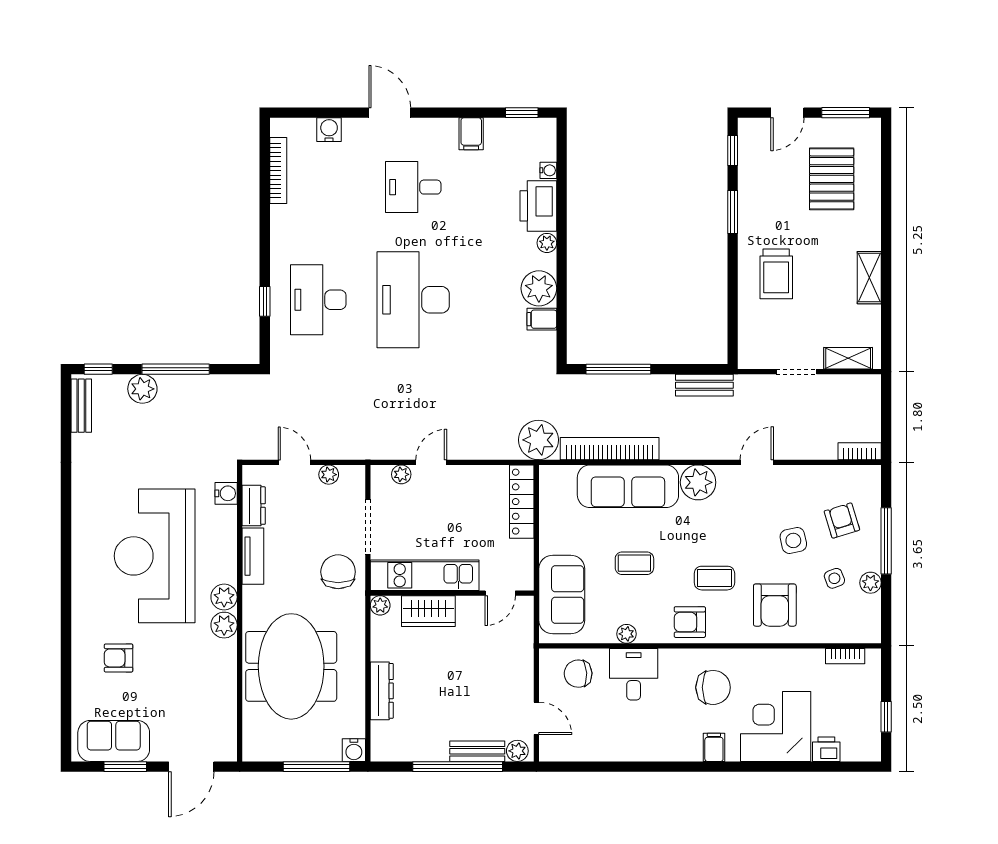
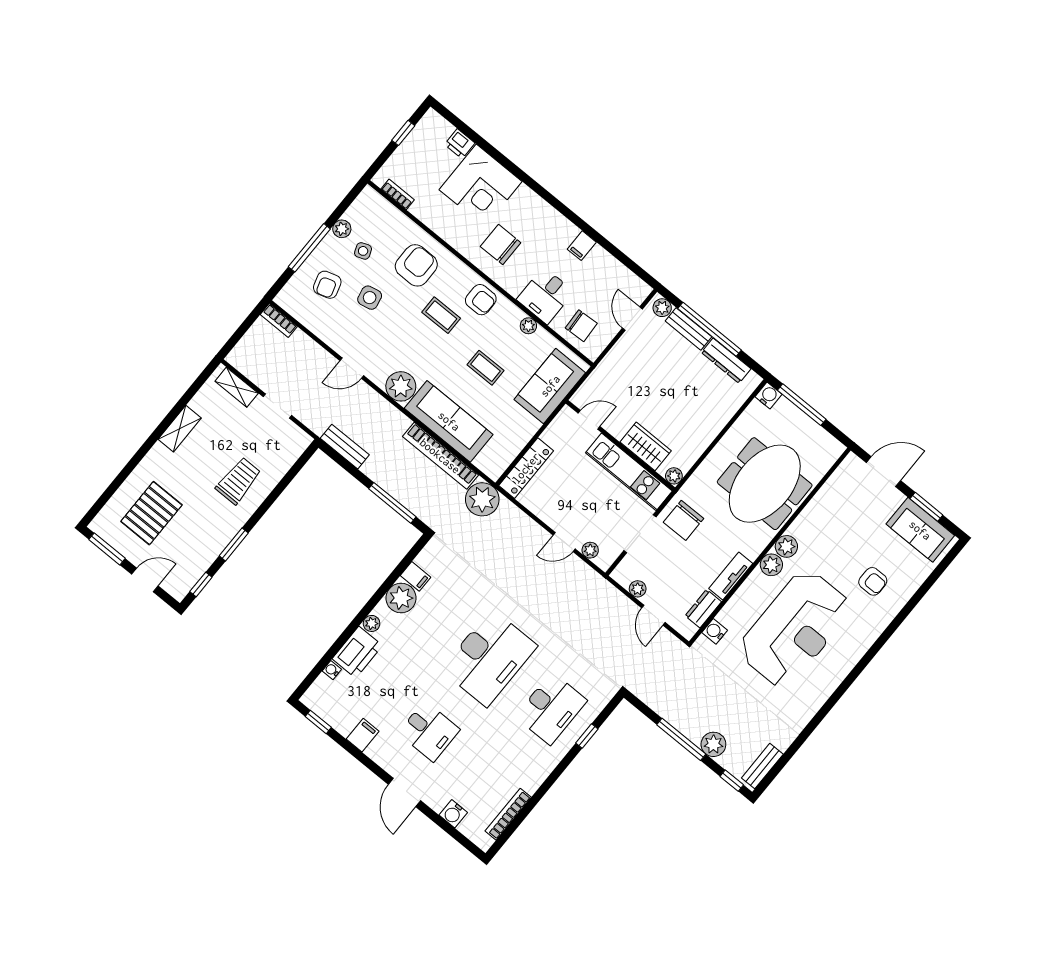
dresser: (382, 691) -> (726, 361), moved, turned -90
filing cabinet: (714, 747) -> (582, 246), moved

